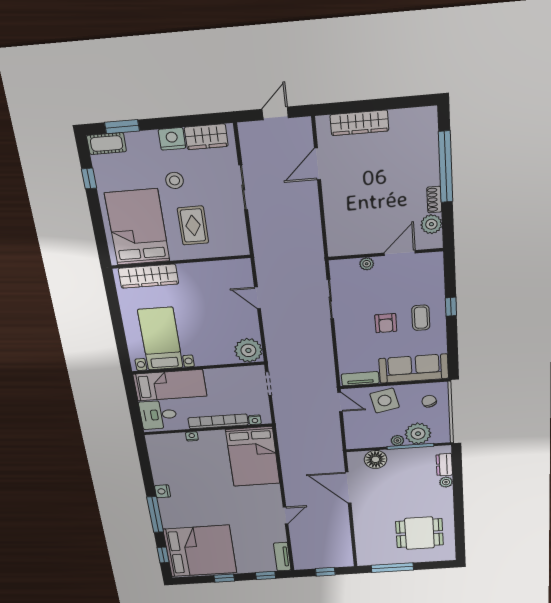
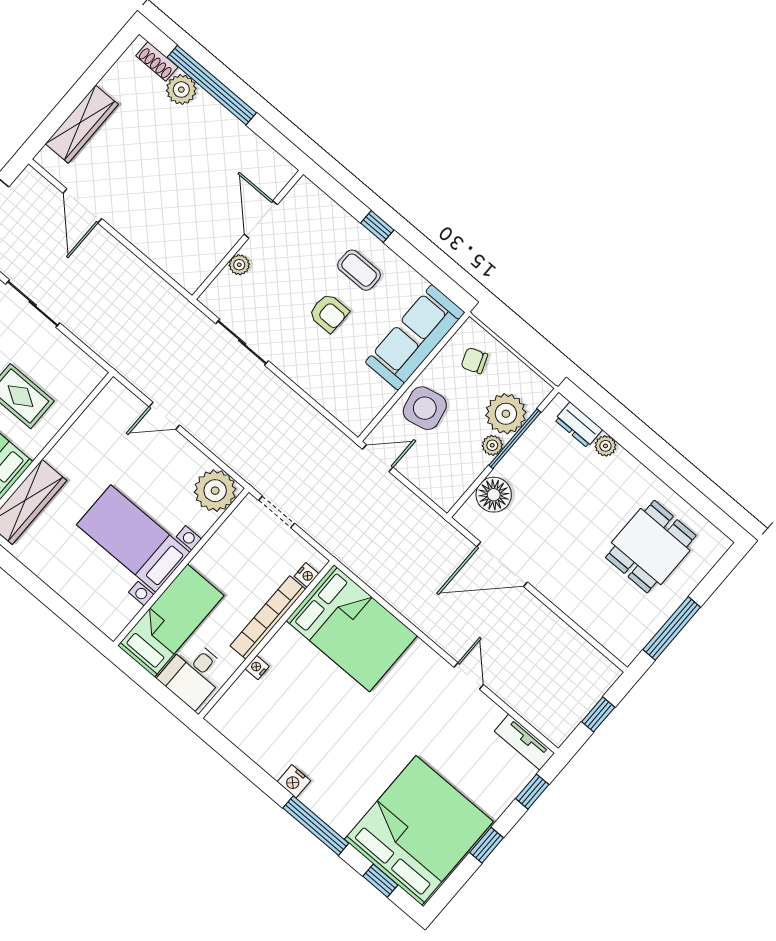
shoe rack: (434, 200) -> (157, 61), moved
plant: (431, 224) -> (181, 90), moved
bed with nightstands: (160, 339) -> (133, 539), moved
tv unit: (360, 379) -> (370, 407), removed

